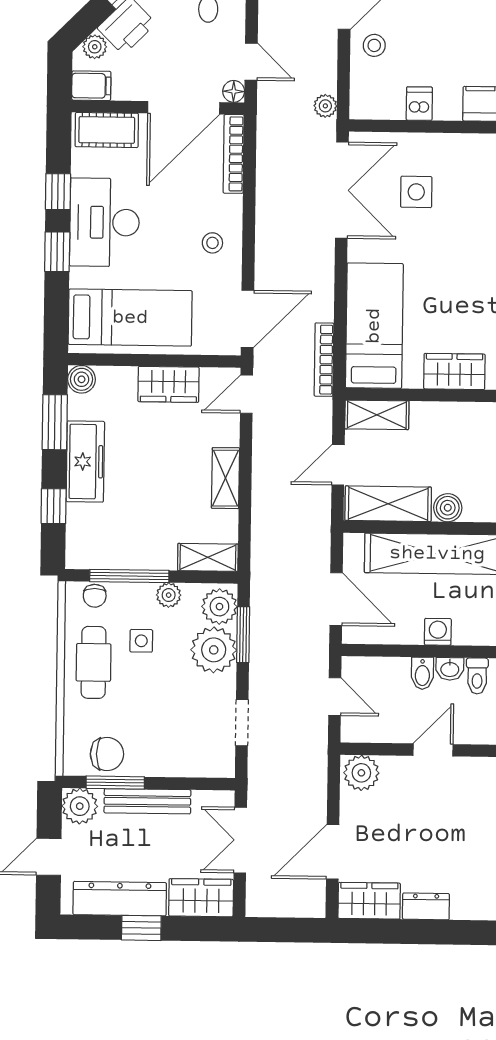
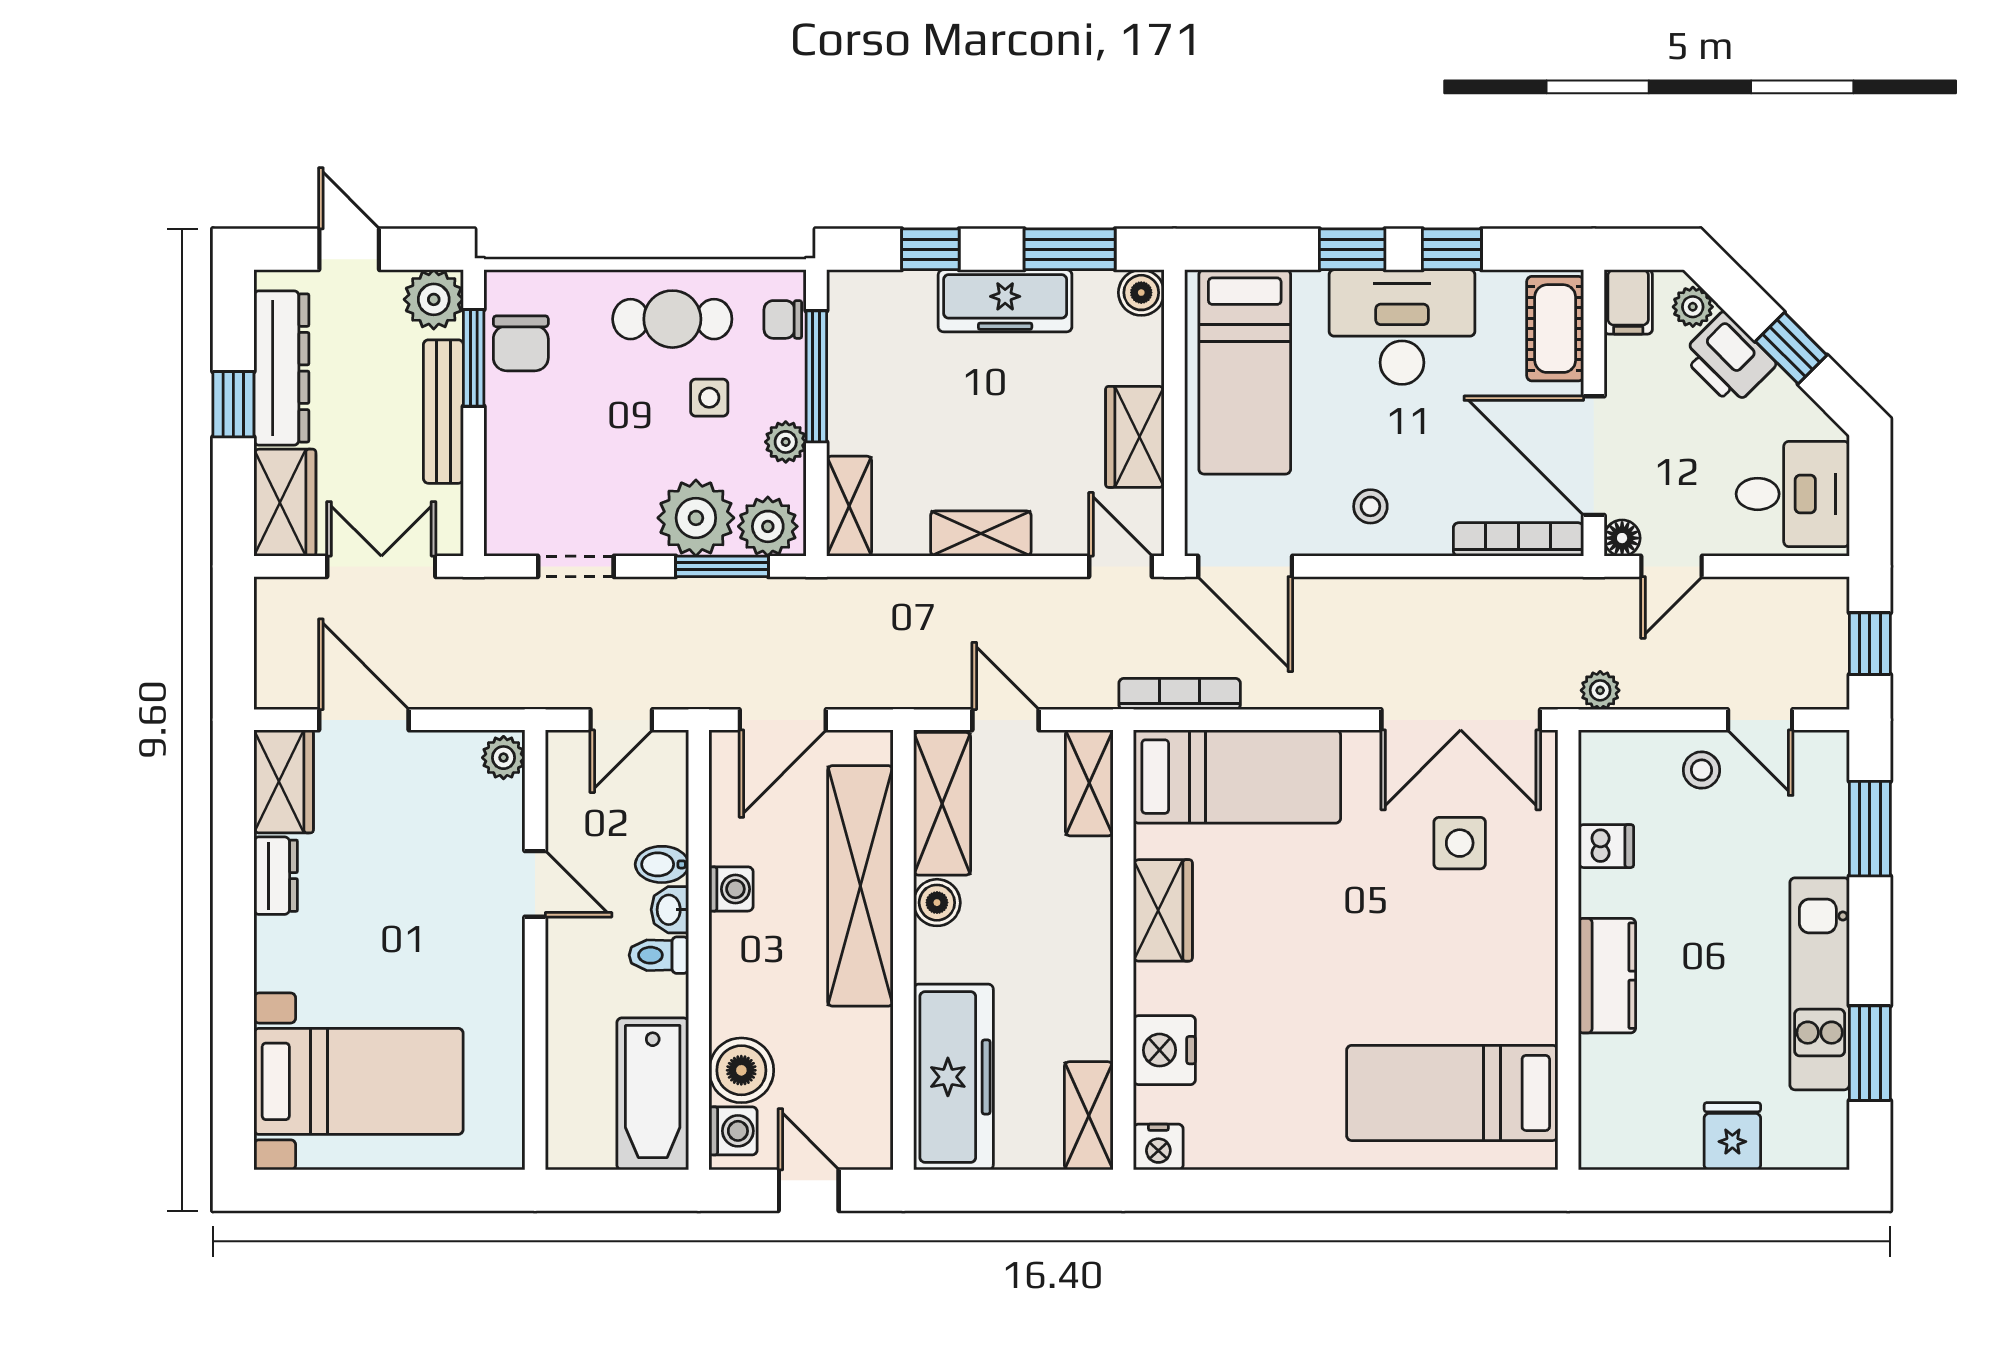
plant: (361, 773) -> (504, 758), width x0.73, depth x0.73

